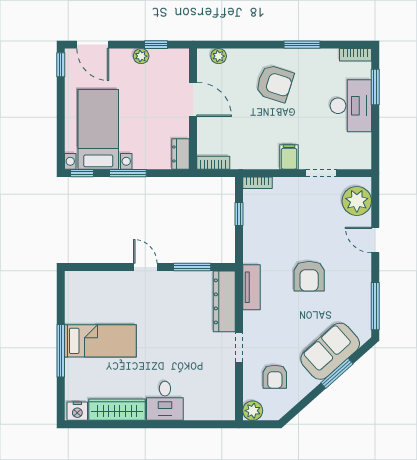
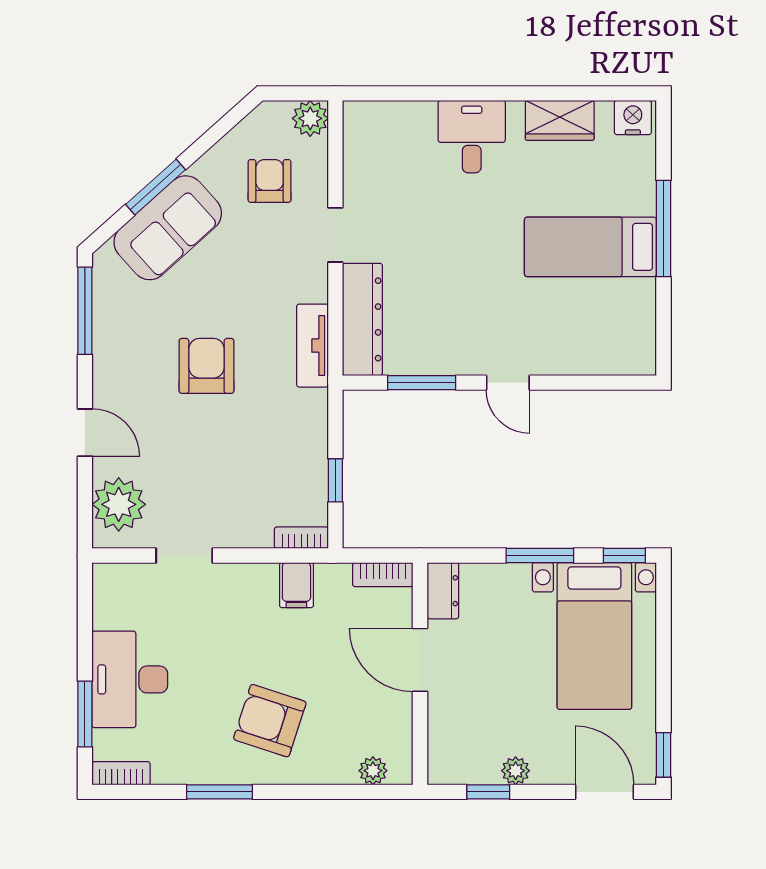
door: (193, 99) -> (420, 660), moved
filing cabinet: (289, 157) -> (296, 585), moved
wardrobe: (117, 410) -> (560, 120), width x0.67

